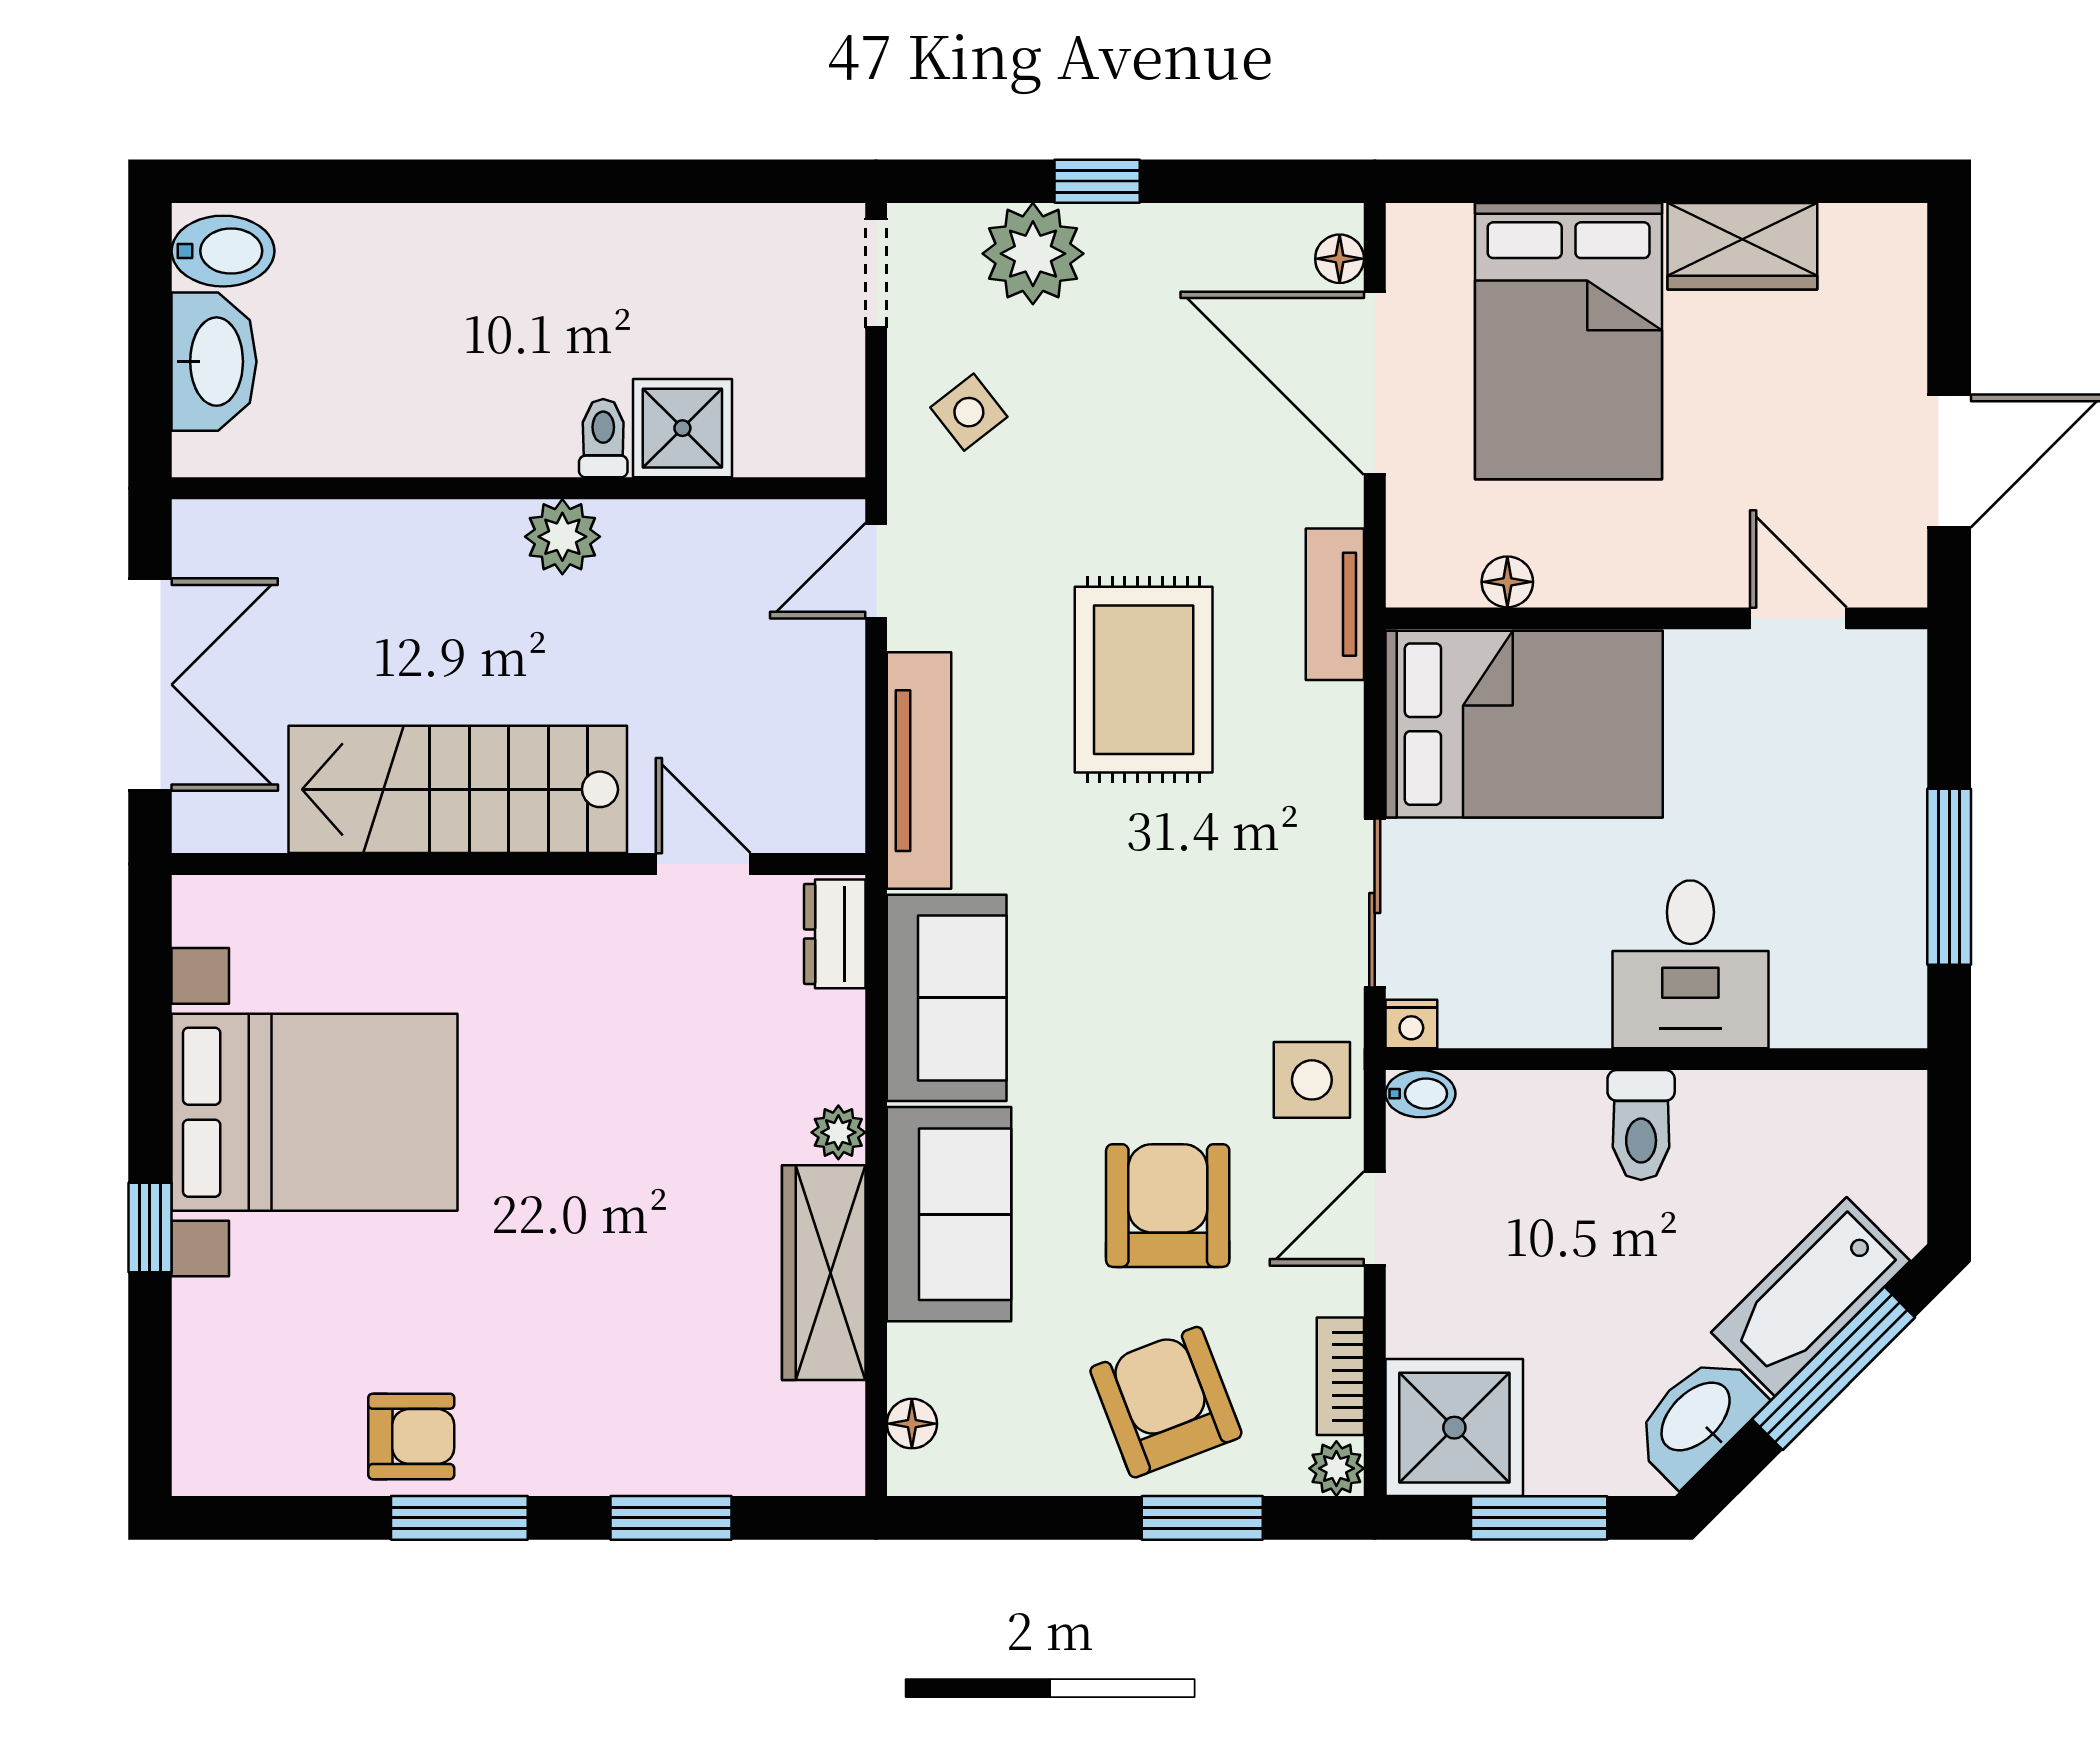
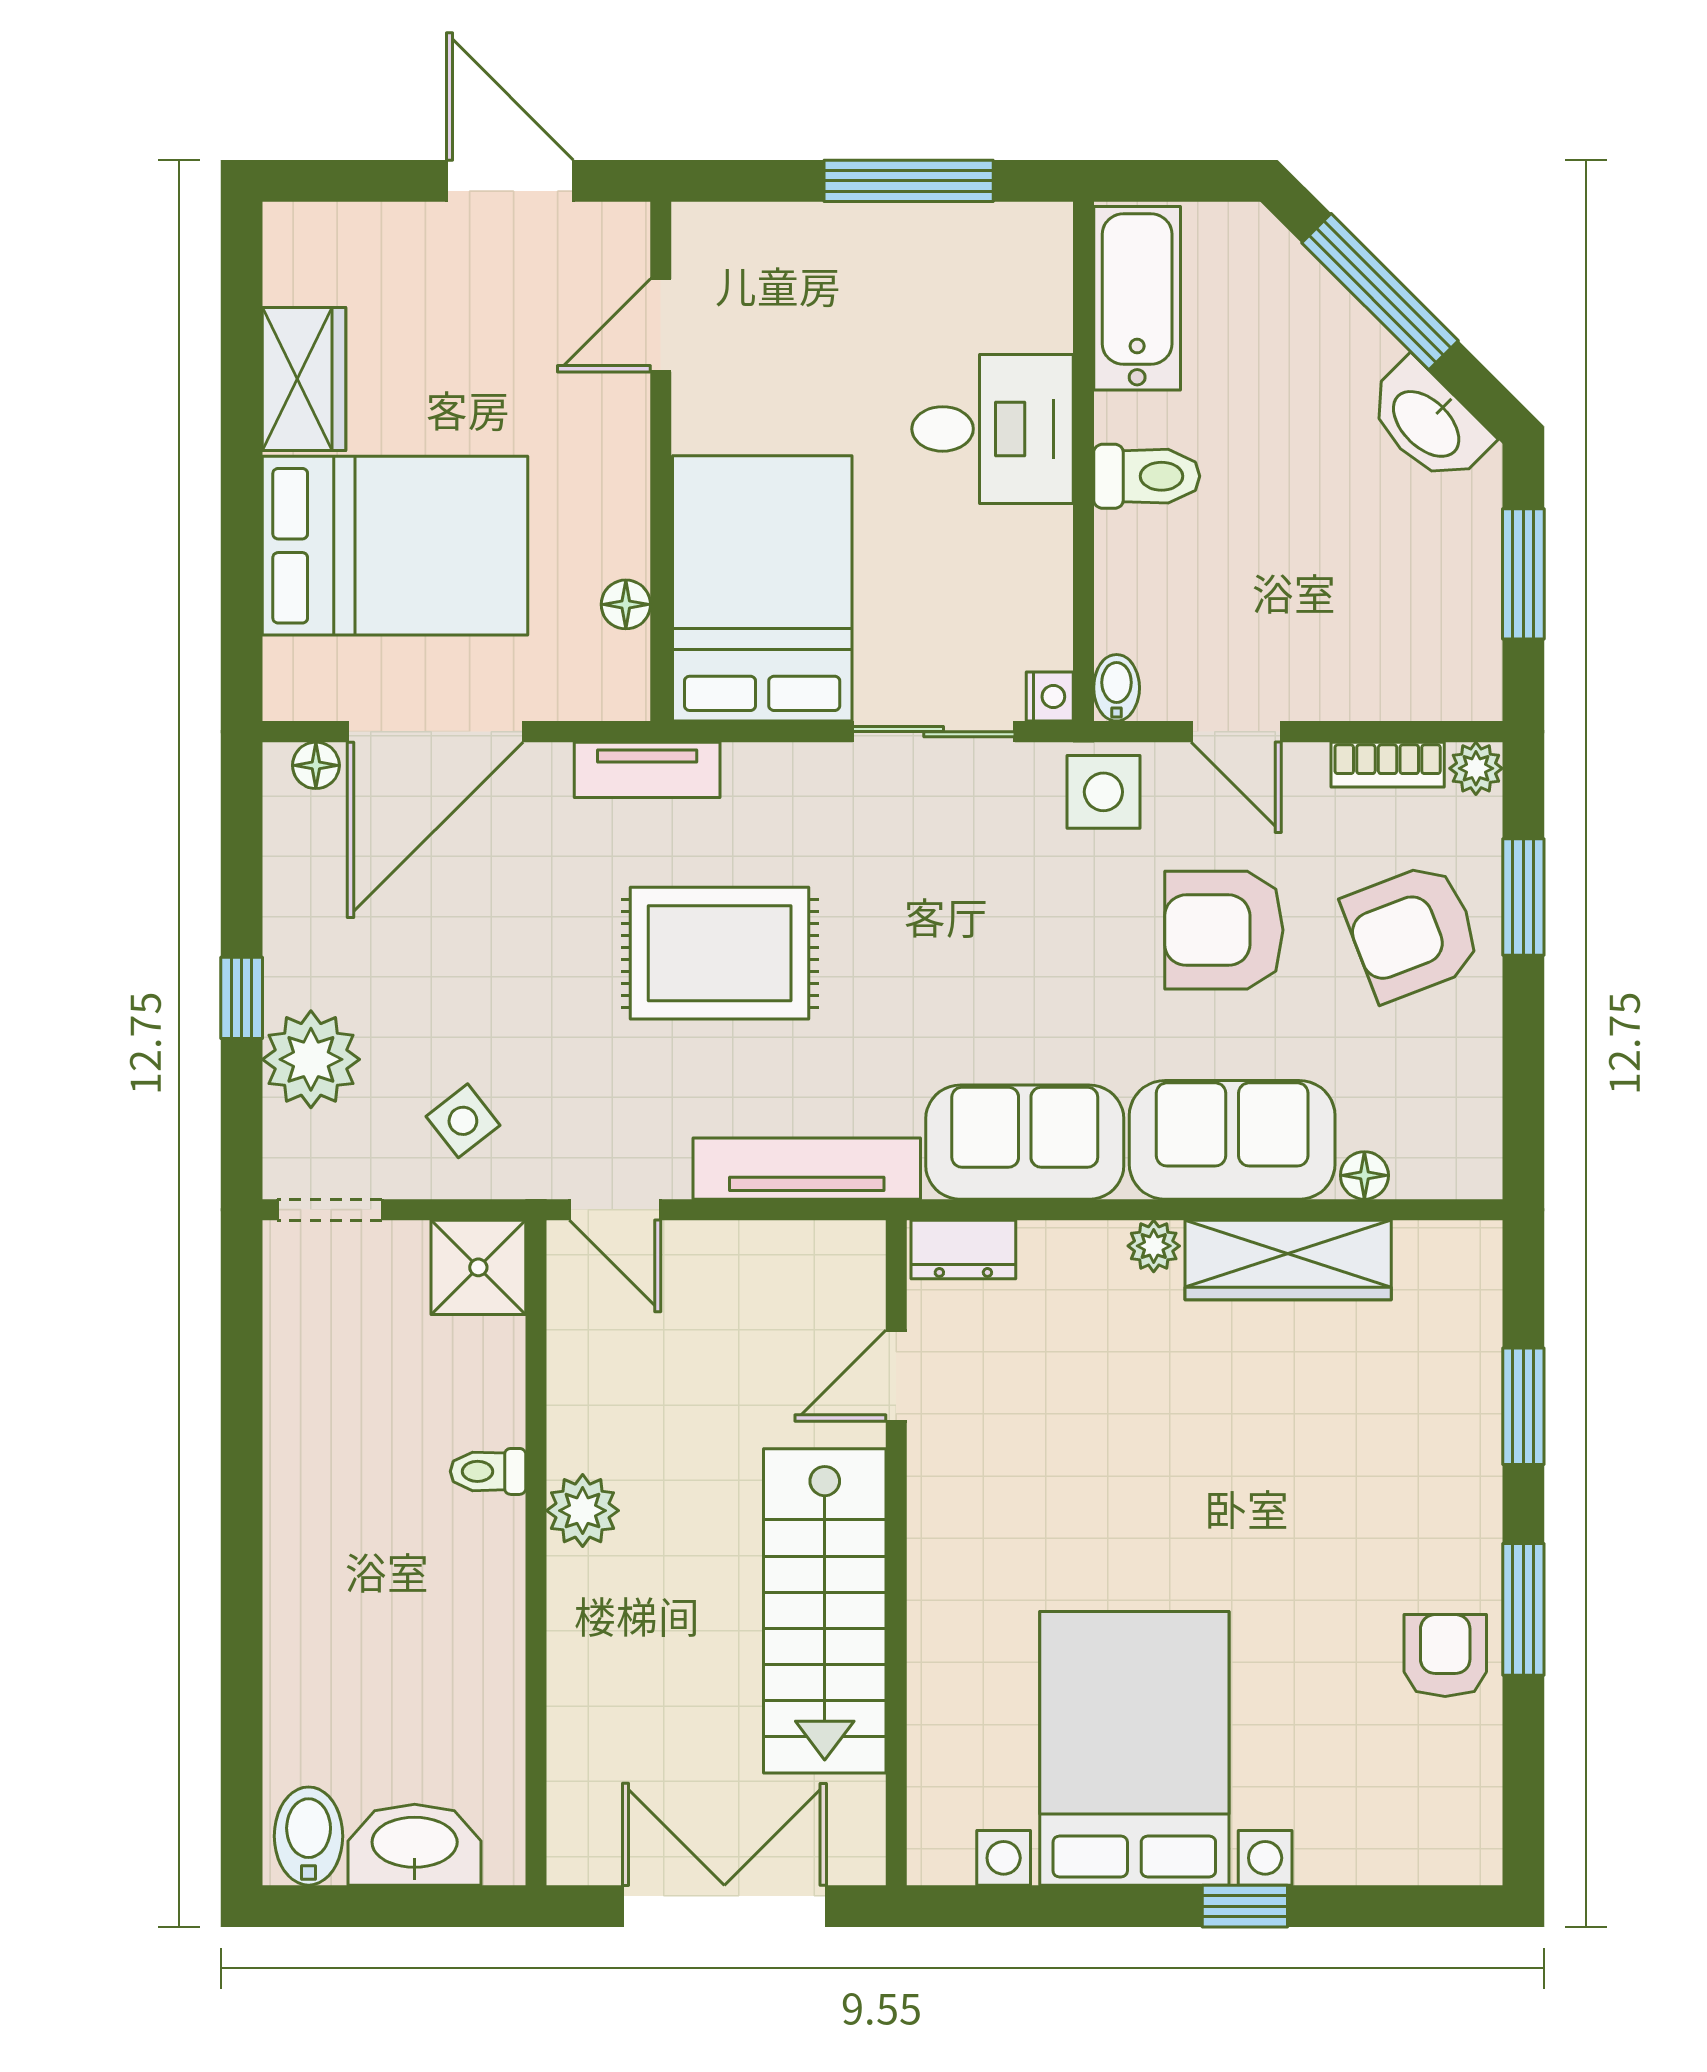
shower: (682, 428) -> (478, 1267), moved
bathtub: (1811, 1297) -> (1137, 298), moved, turned -135
floor lamp: (912, 1424) -> (1364, 1175), moved
shower: (1454, 1428) -> (1437, 655), removed

